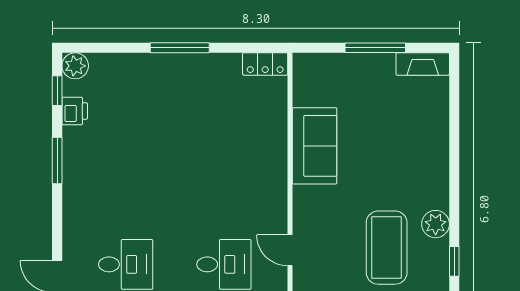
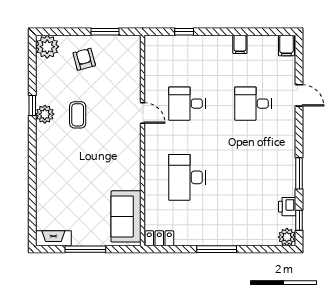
sofa: (315, 146) -> (126, 216), moved
desk: (224, 155) -> (187, 177), added
plant: (436, 224) -> (45, 114), moved
coffee table: (387, 248) -> (78, 115), width x0.54, depth x0.58

